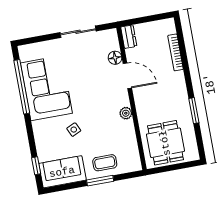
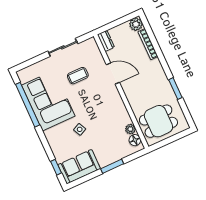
plant: (168, 26) -> (136, 24), added
floor lamp: (115, 58) -> (135, 140), moved
plant: (126, 113) -> (130, 129), moved
dining table: (165, 143) -> (158, 121), turned 90
coffee table: (105, 163) -> (78, 76), moved

